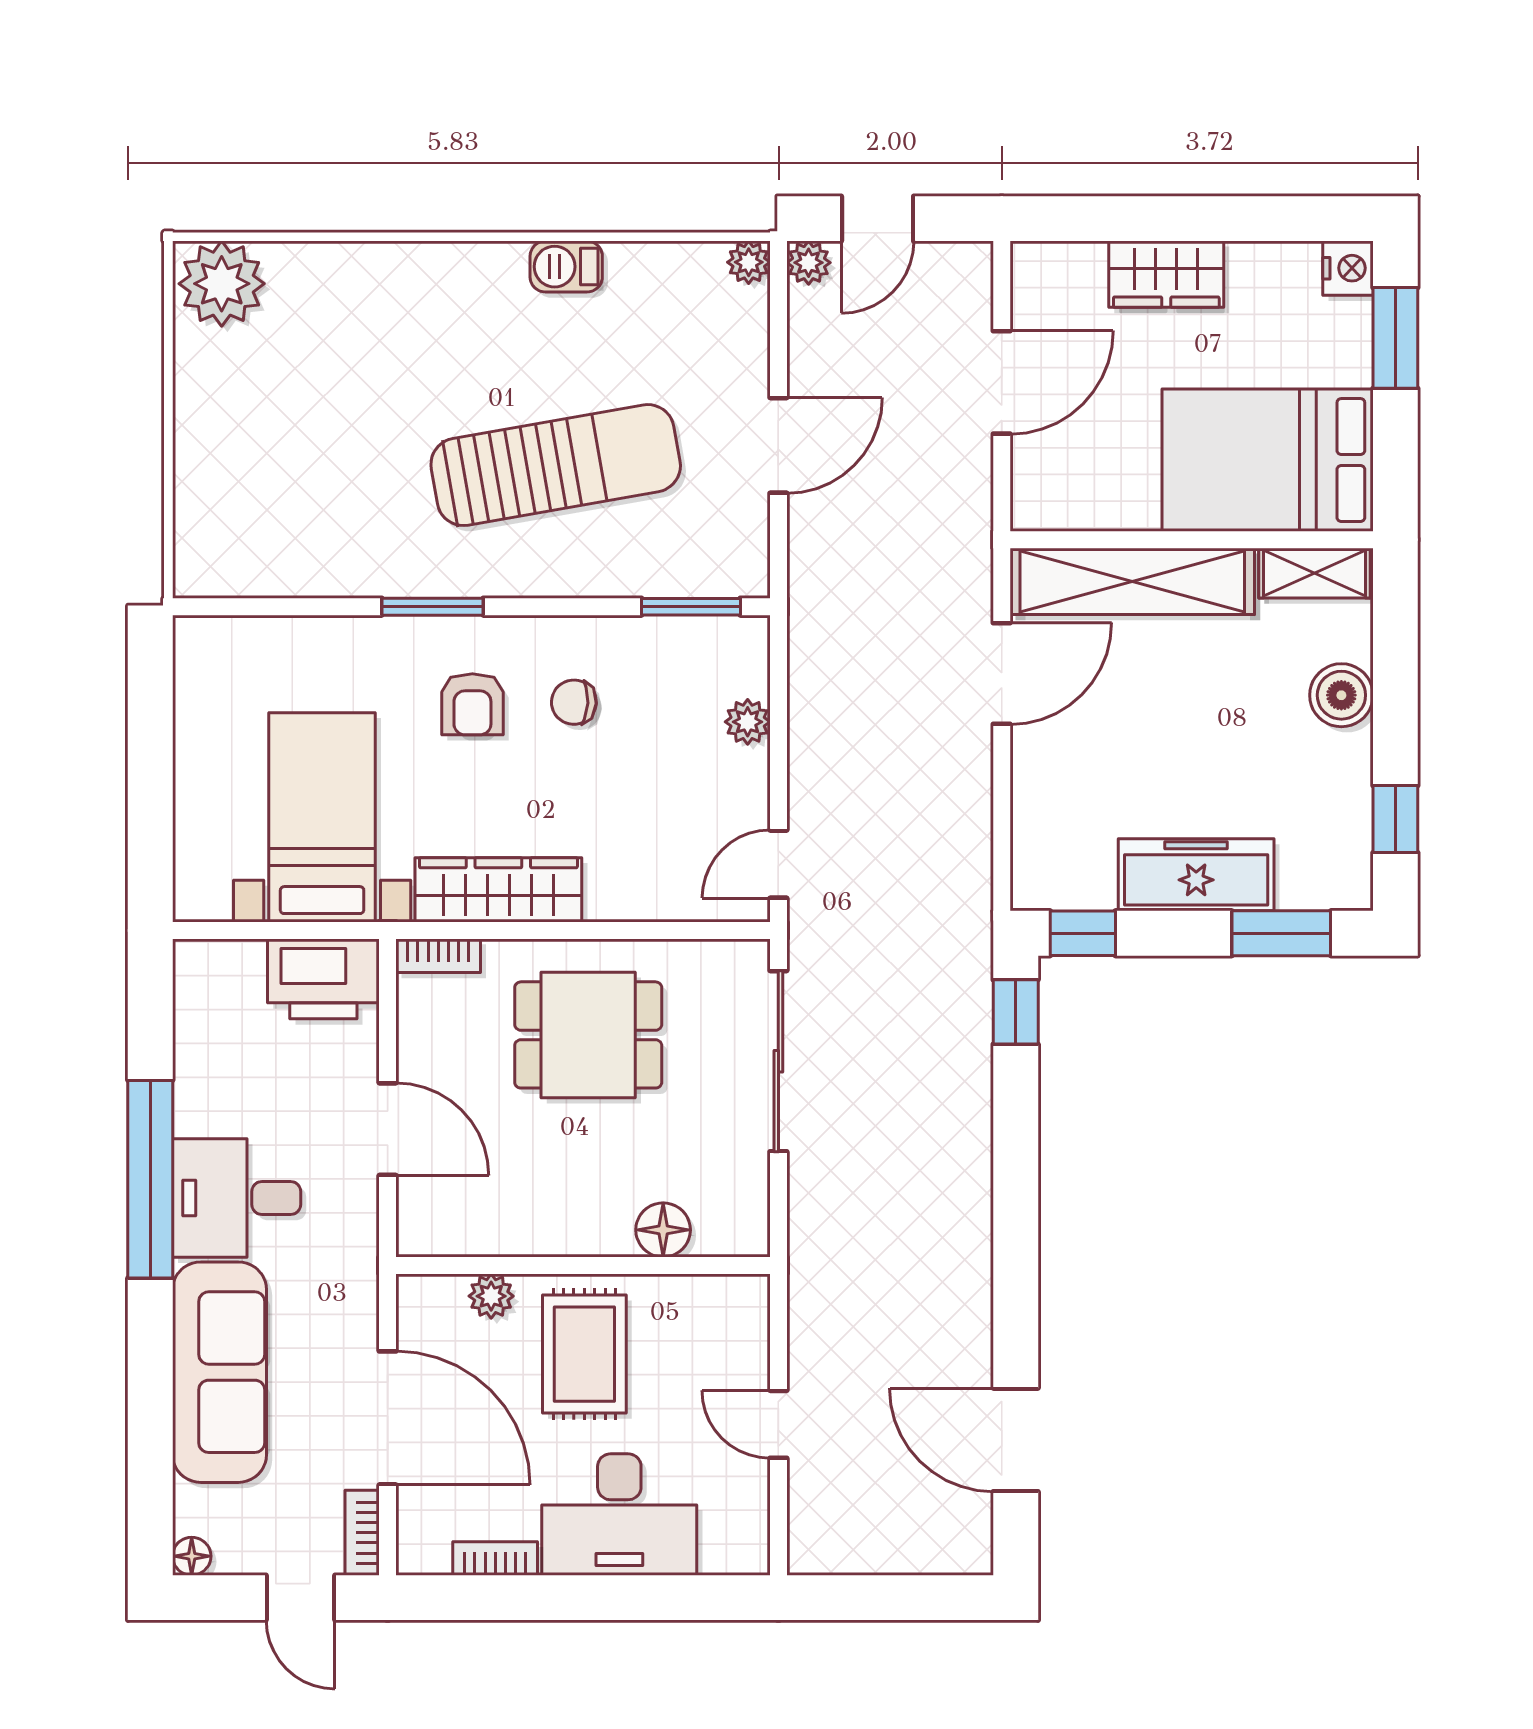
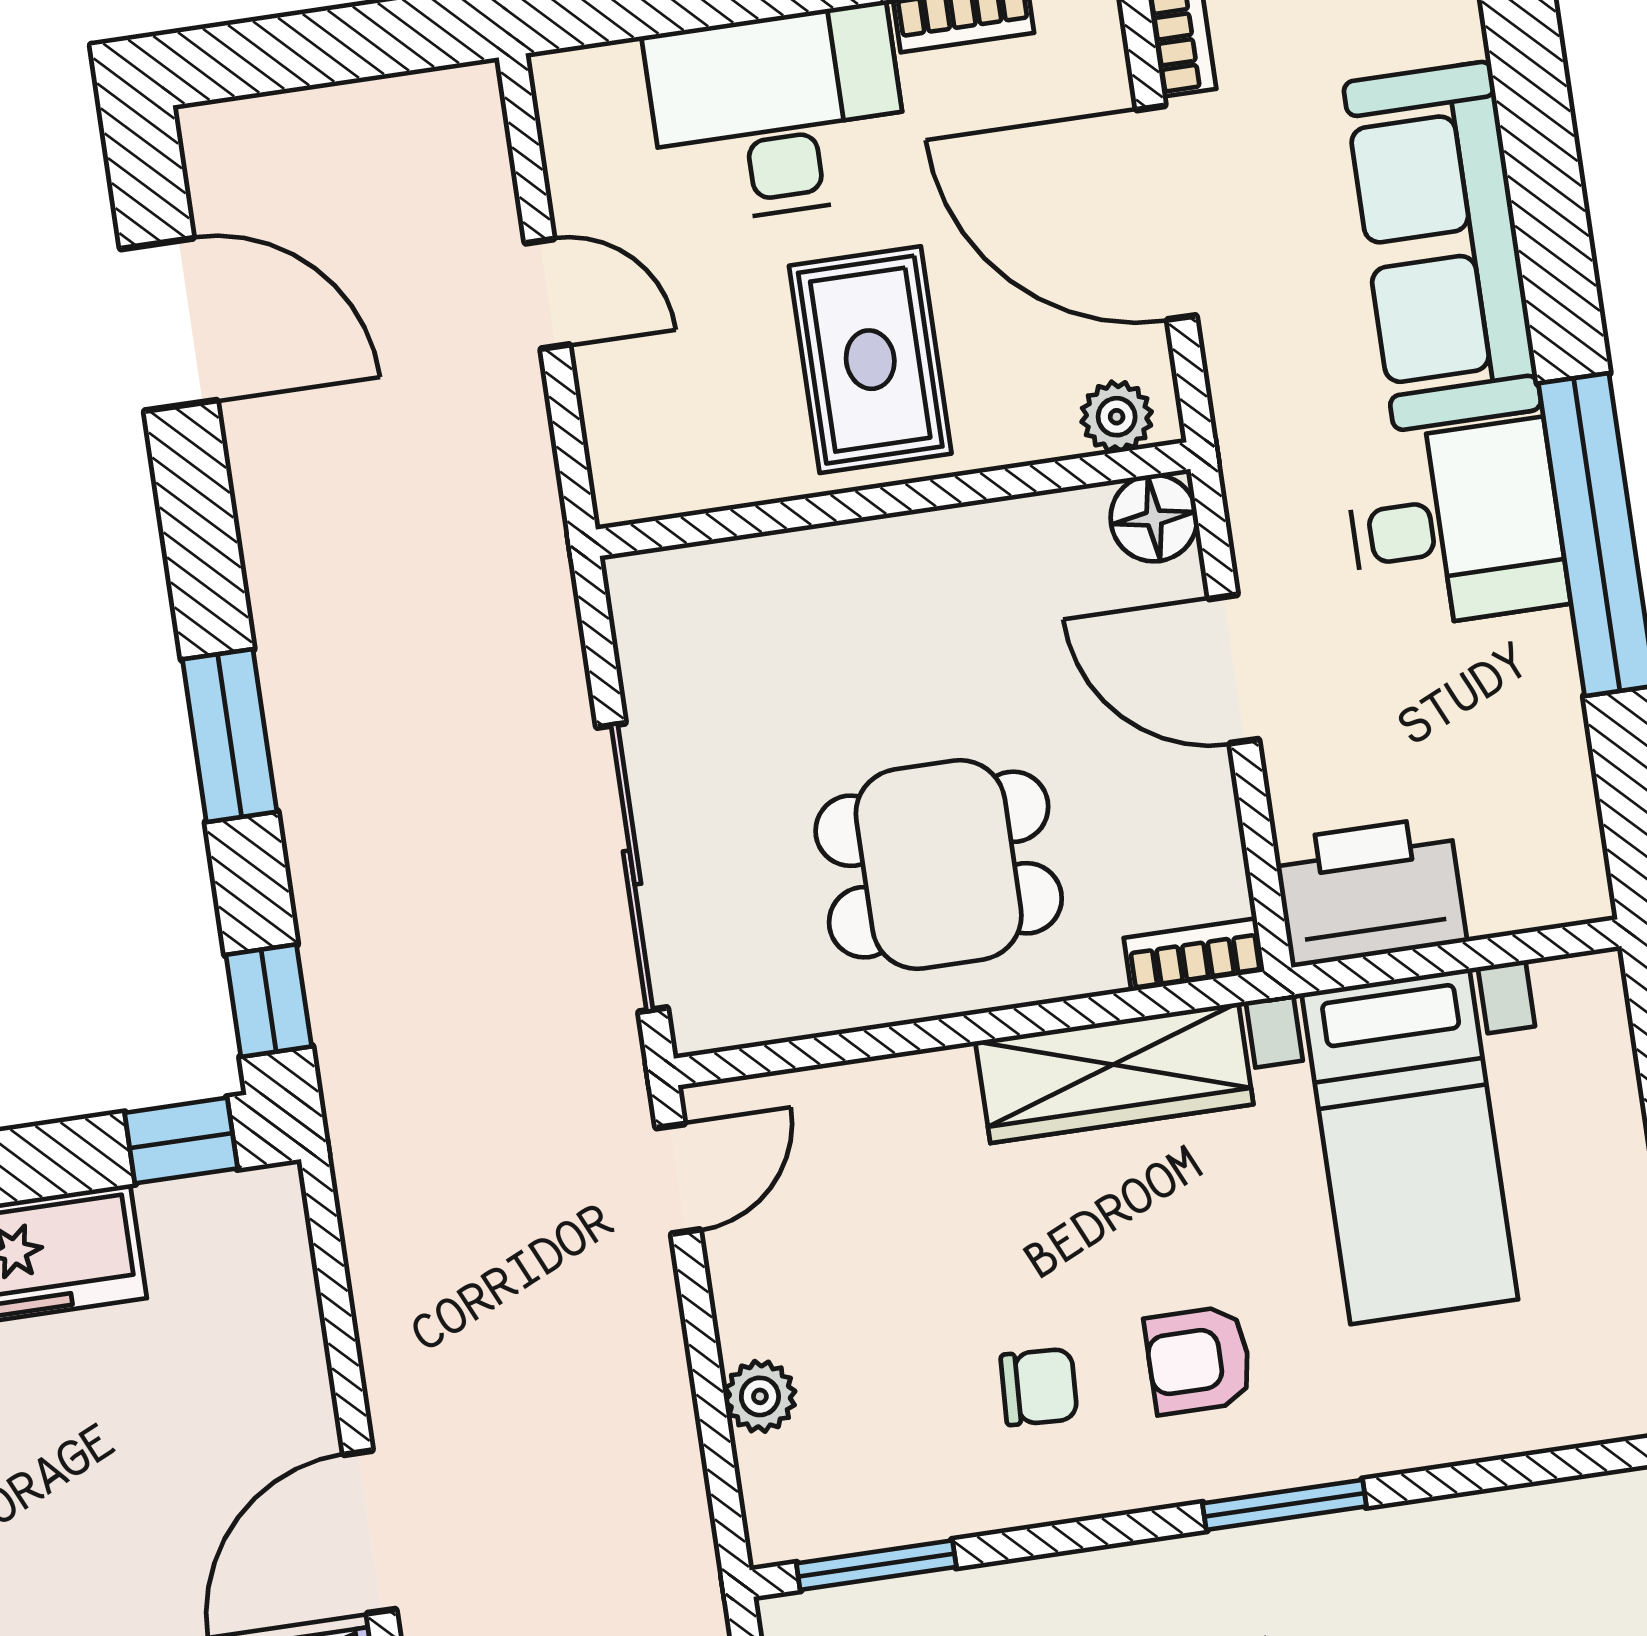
armchair: (472, 704) -> (1199, 1360), turned -90
window: (1016, 1180) -> (230, 736), added
floor lamp: (663, 1230) -> (1154, 518), moved
plant: (491, 1296) -> (1117, 417), moved

